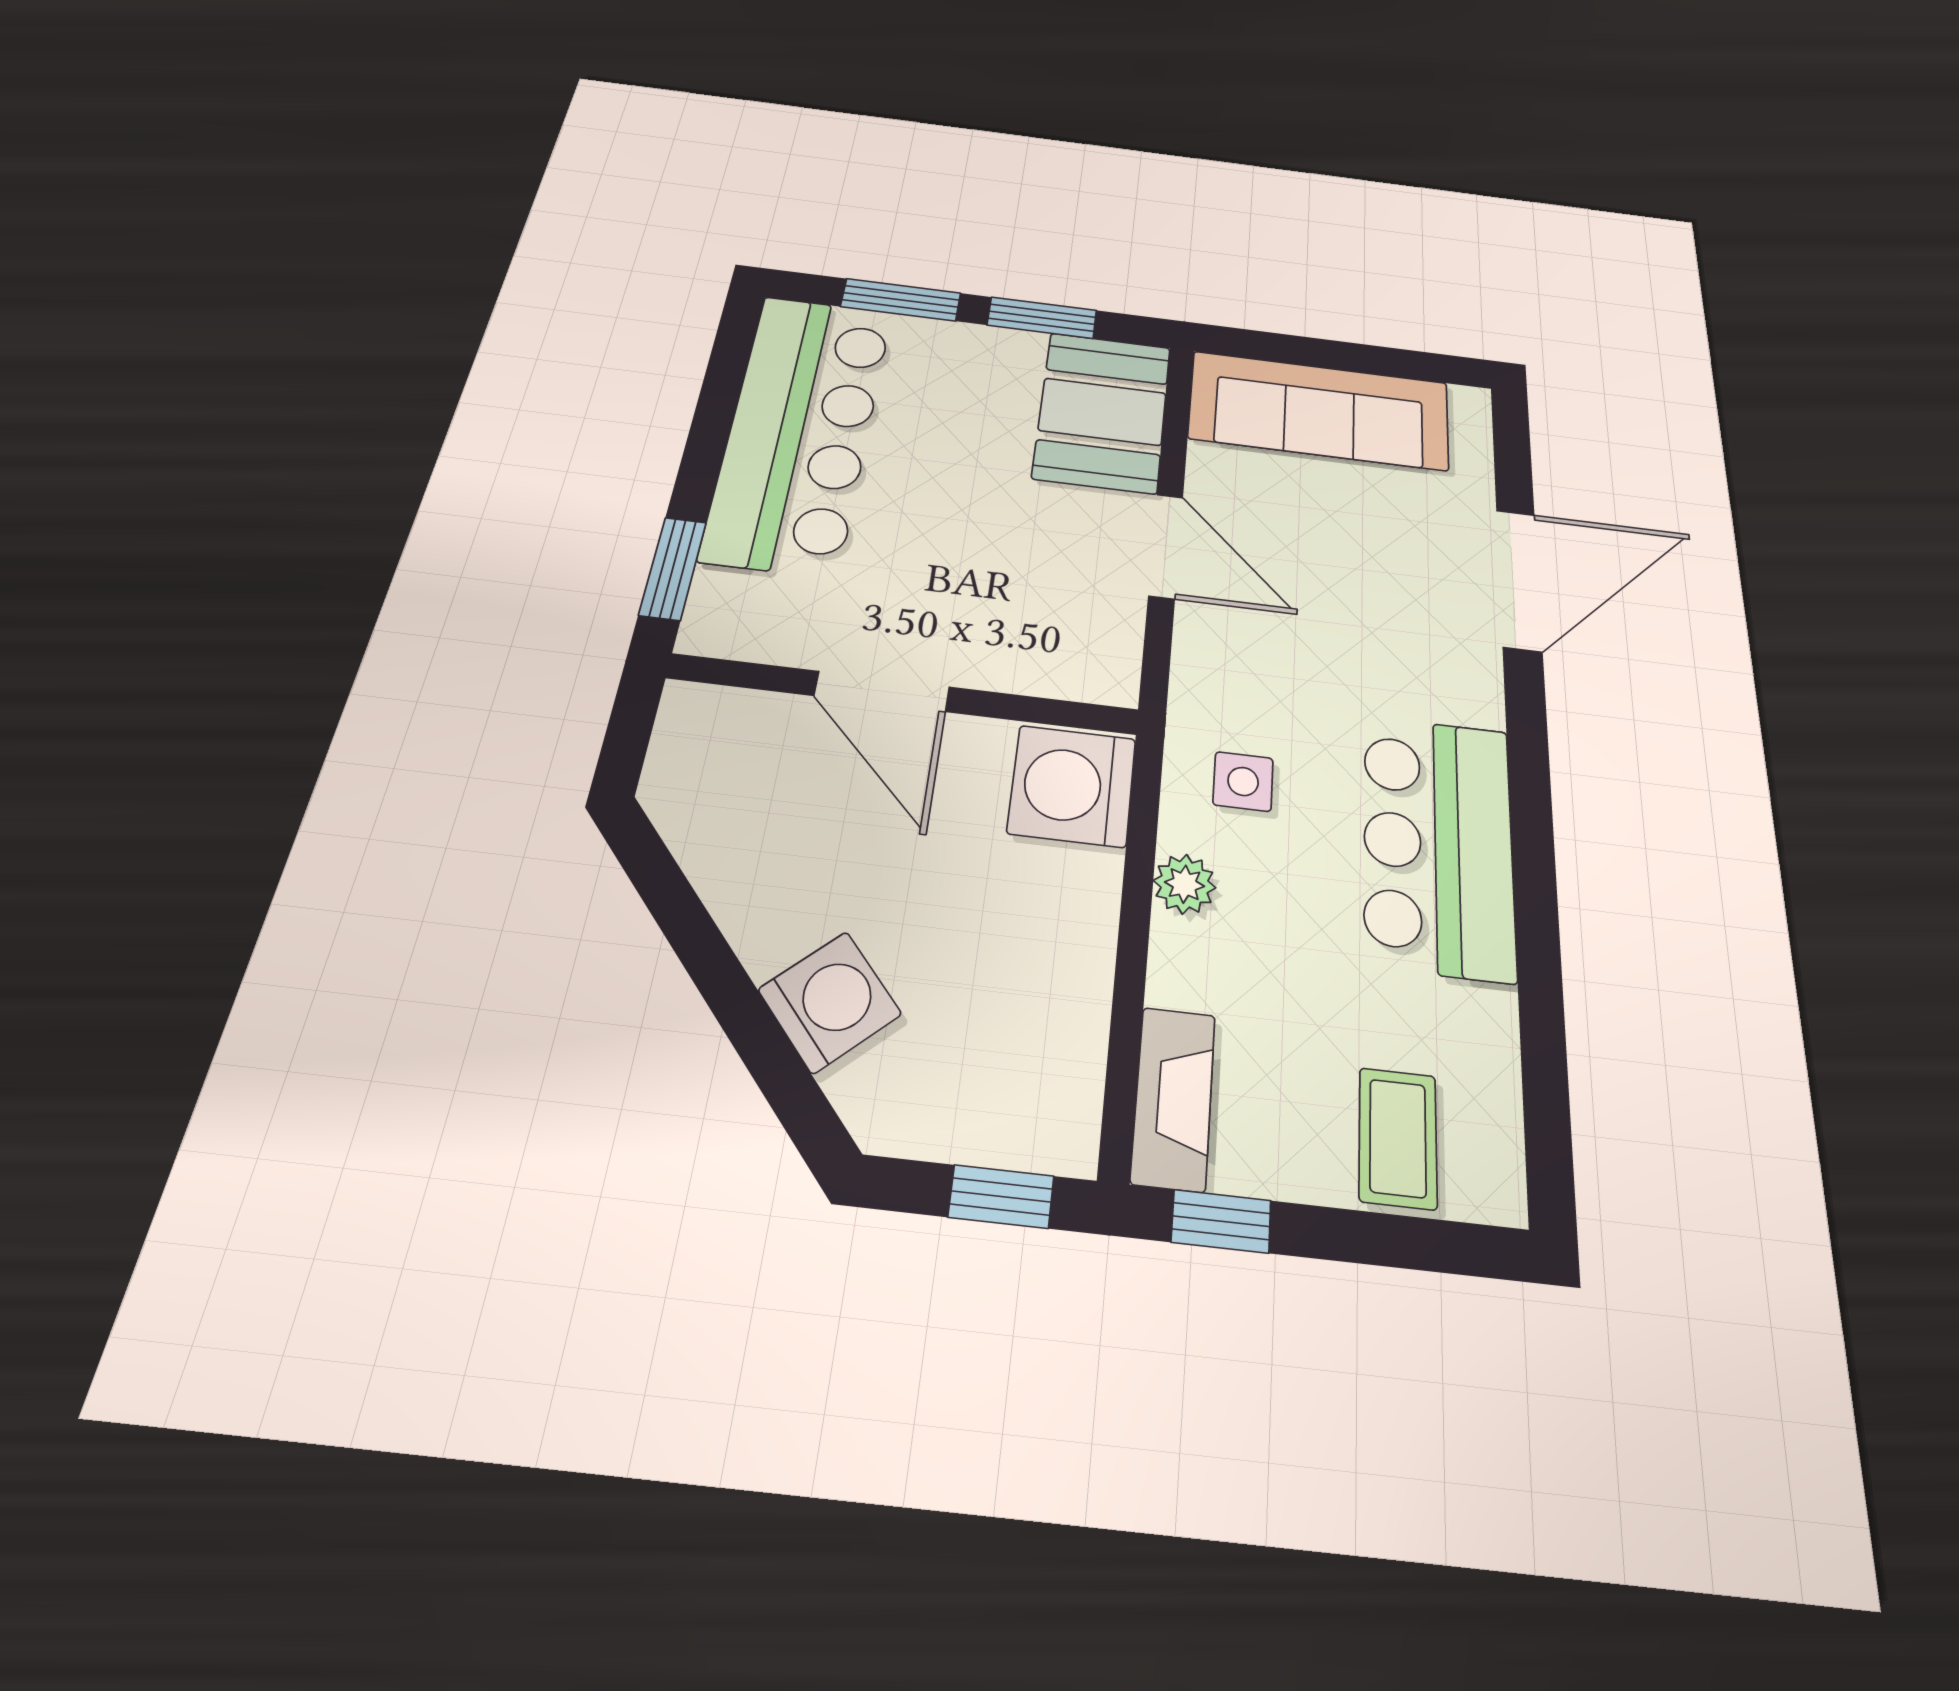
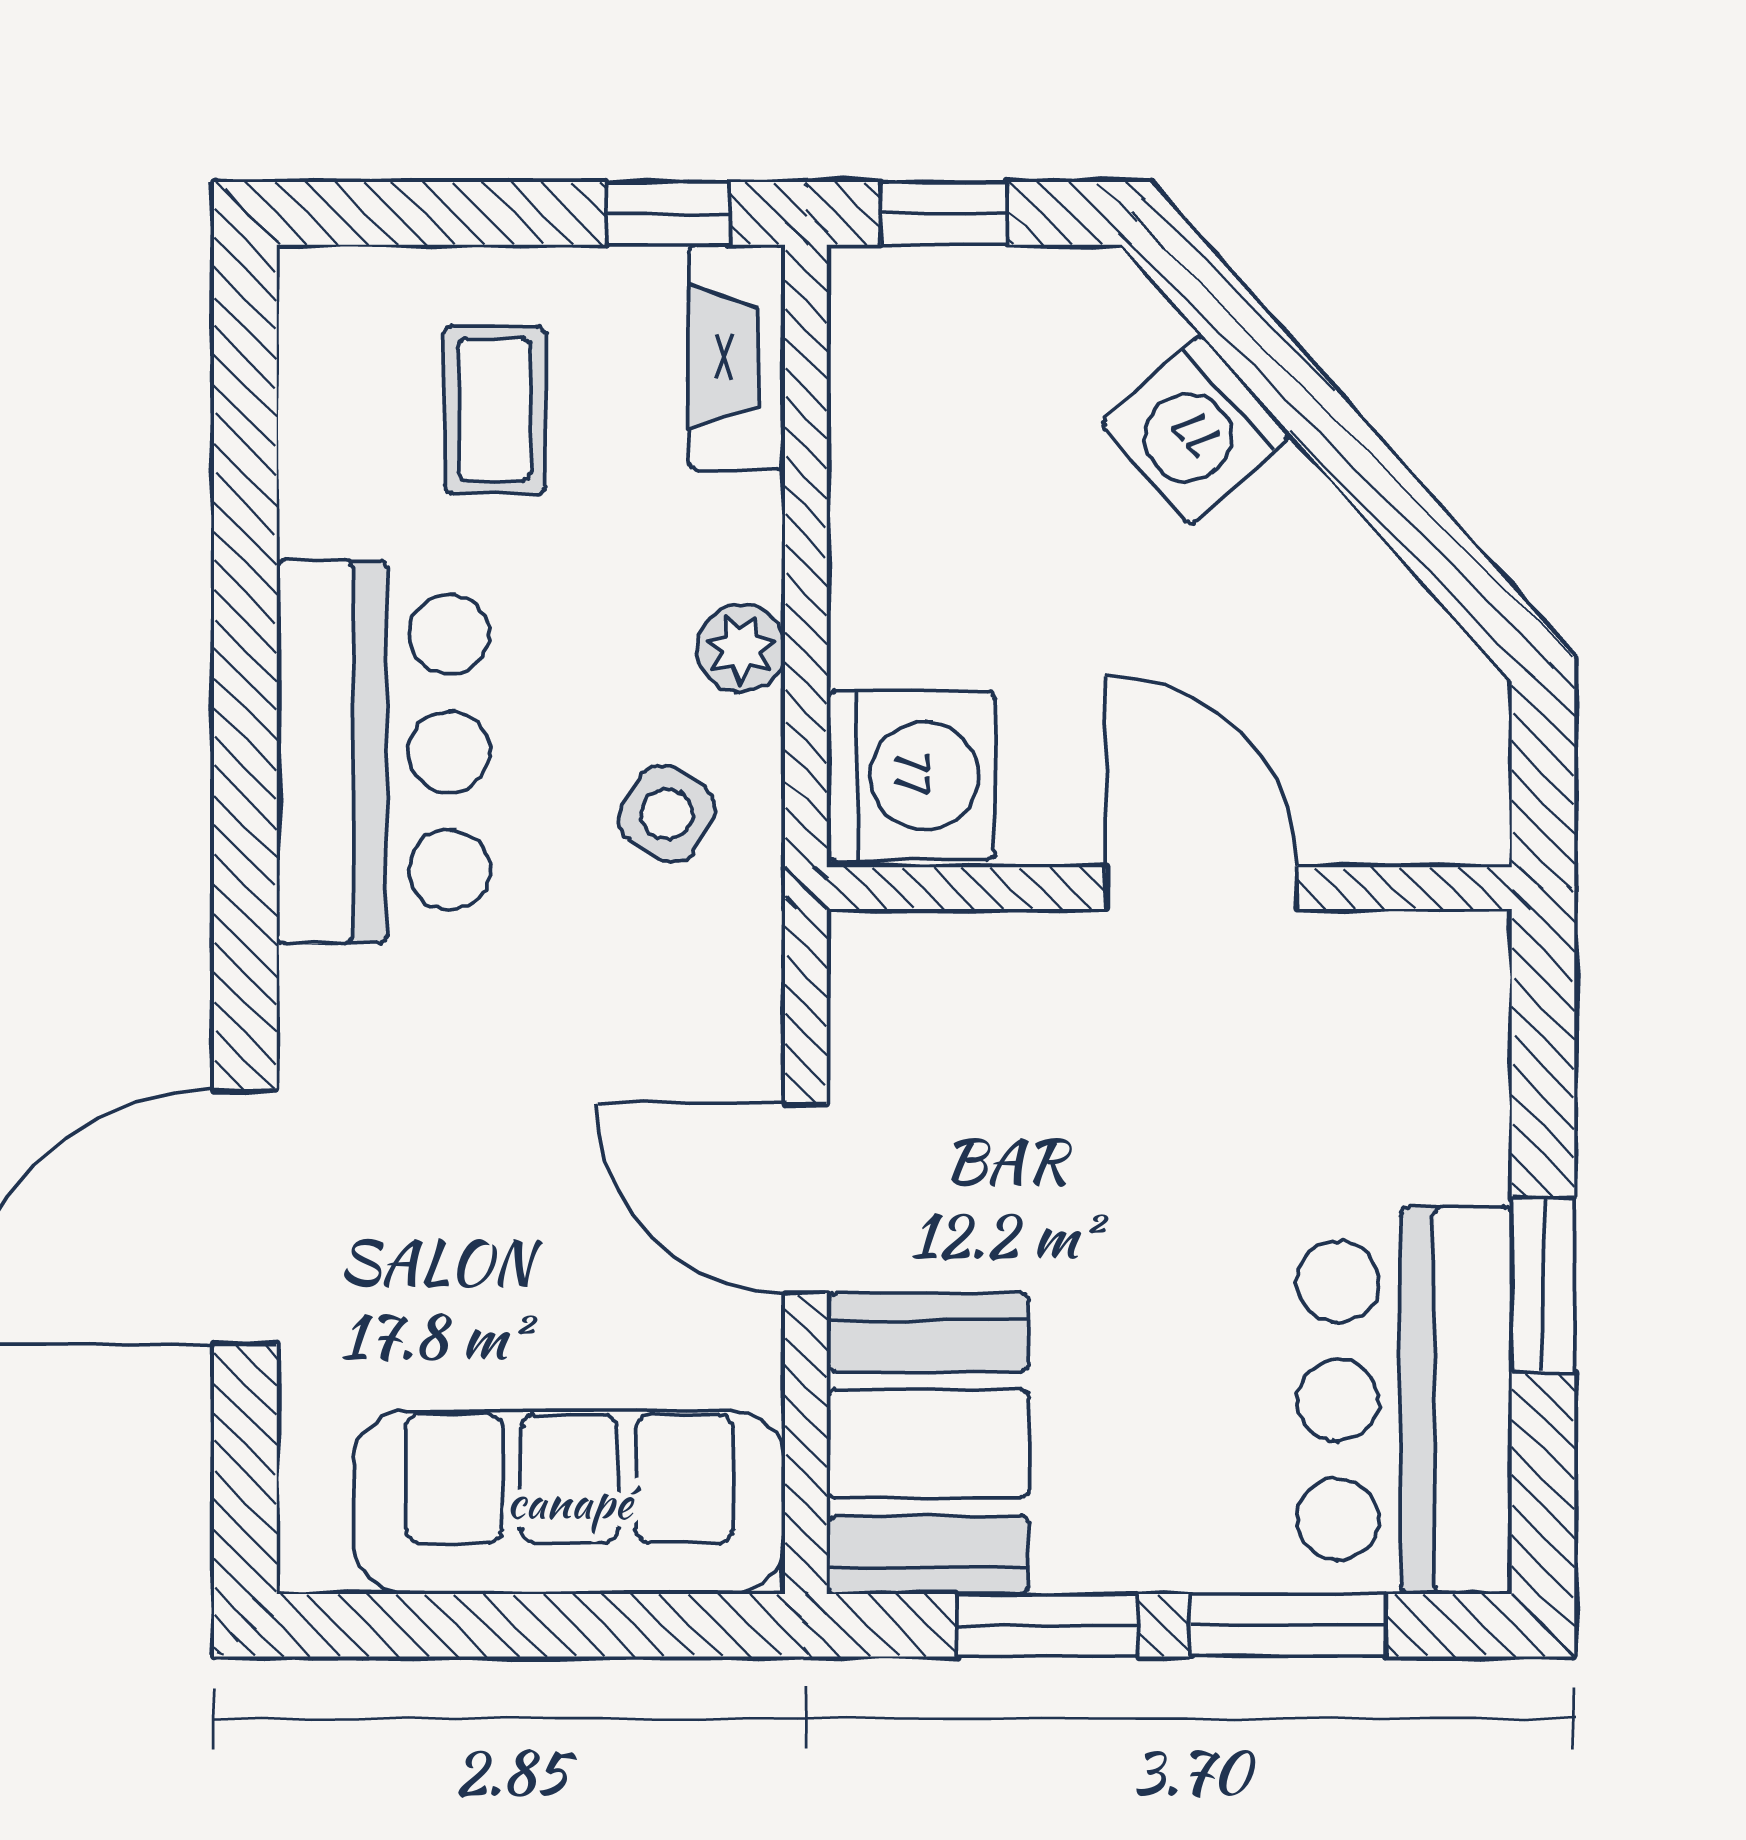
bar counter: (800, 431) -> (1404, 1400), width x0.73
window: (673, 568) -> (1543, 1285), moved
side table: (1243, 781) -> (667, 814), turned 31
coffee table: (1398, 1138) -> (495, 410), moved

